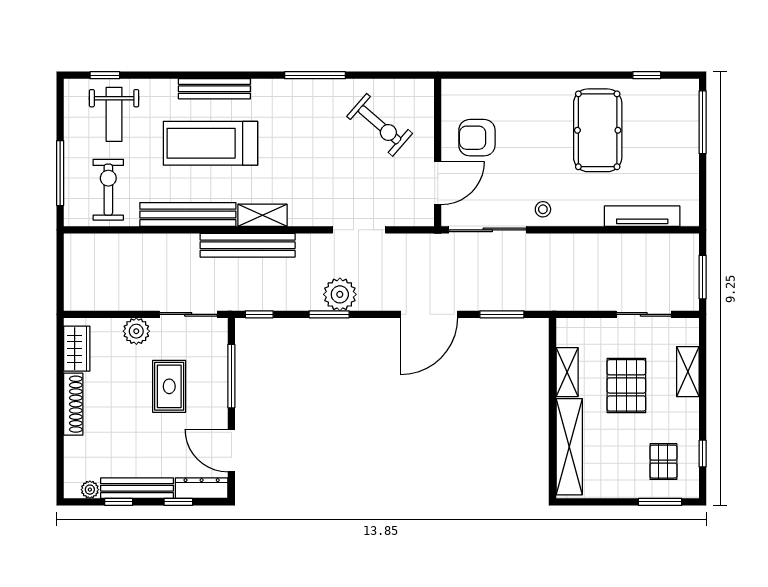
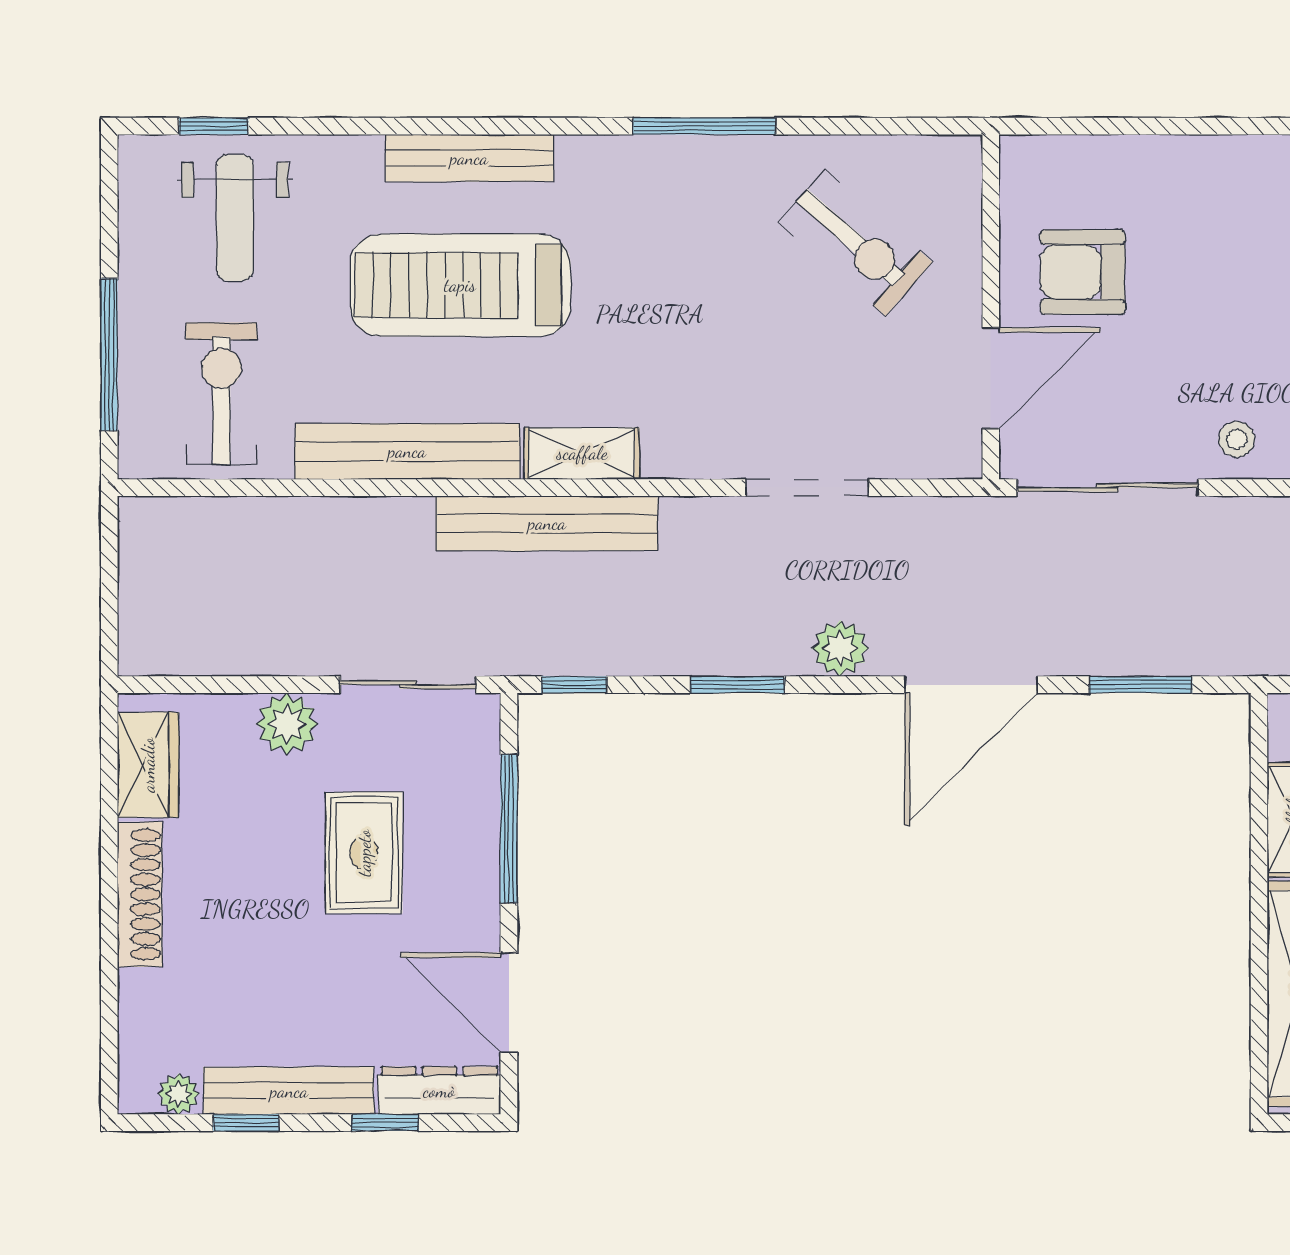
plant: (340, 294) -> (840, 648), moved, width x0.73, depth x0.73

